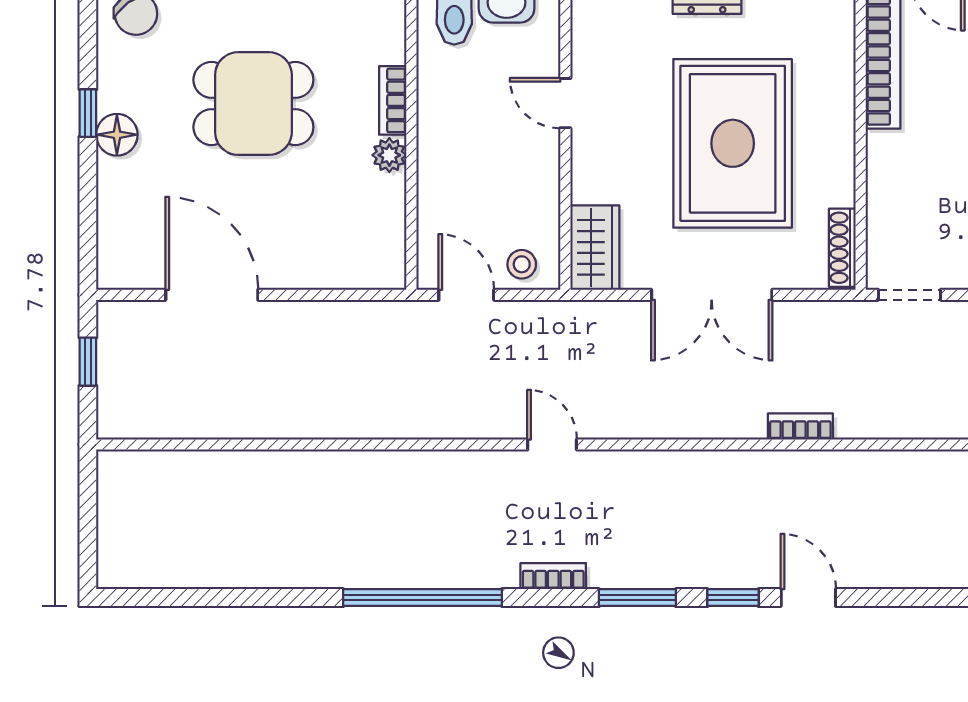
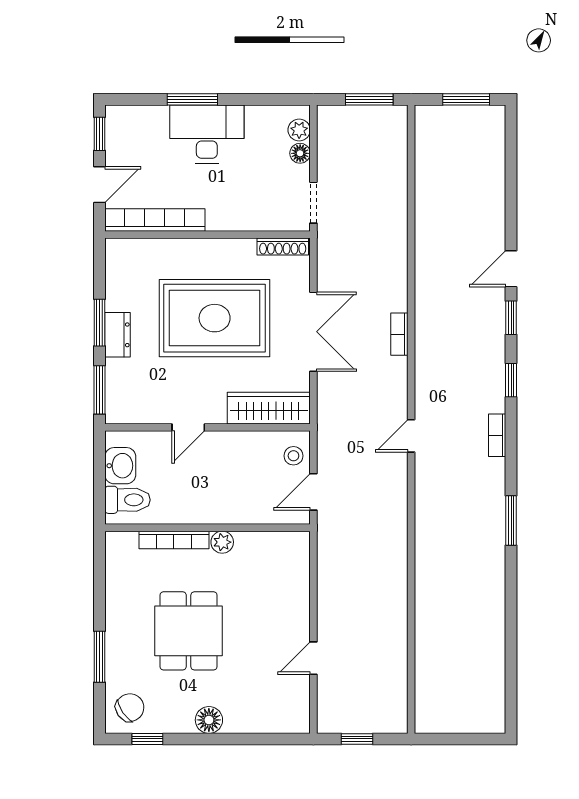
bookcase: (393, 100) -> (174, 540), width x1.56
window: (88, 113) -> (147, 739), moved
wardrobe: (595, 248) -> (269, 408), width x1.50
door: (212, 295) -> (313, 658), width x0.53
bookcase: (800, 426) -> (399, 334), moved
window: (423, 598) -> (511, 521), width x0.47
window: (637, 598) -> (511, 380), width x0.67

